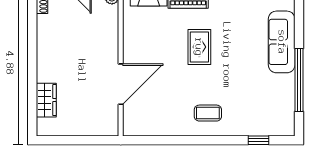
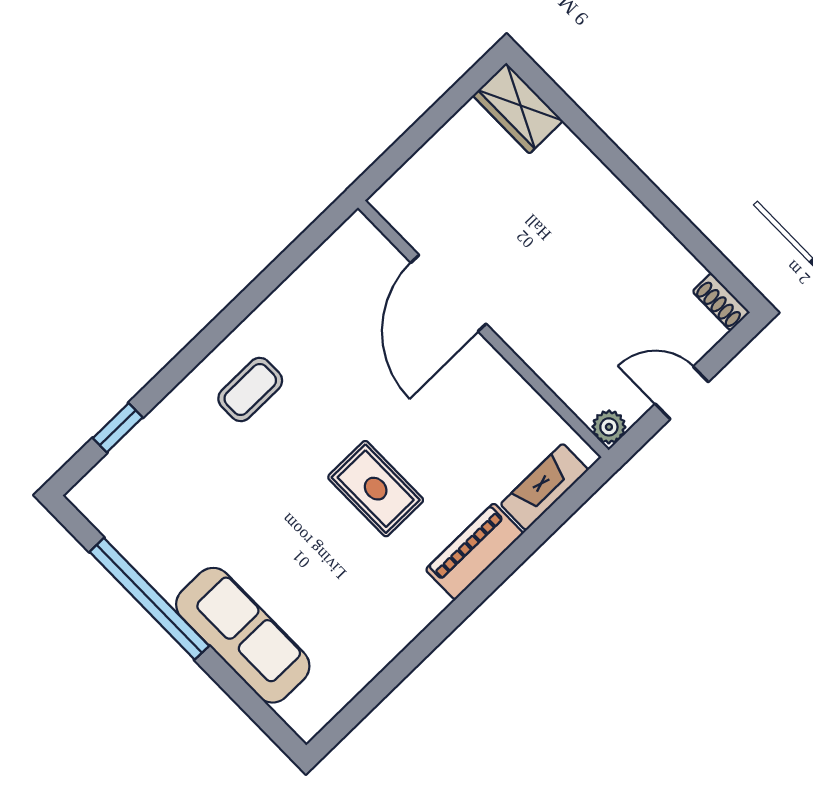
wardrobe: (46, 100) -> (518, 108), moved

